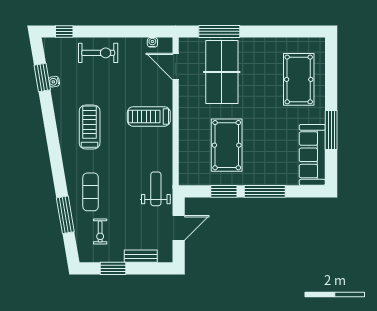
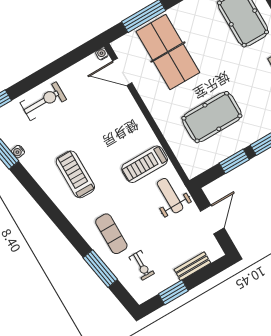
water cooler: (152, 42) -> (102, 54), moved
treadmill: (149, 116) -> (145, 164), moved
pool table: (227, 145) -> (212, 117), turned 90

